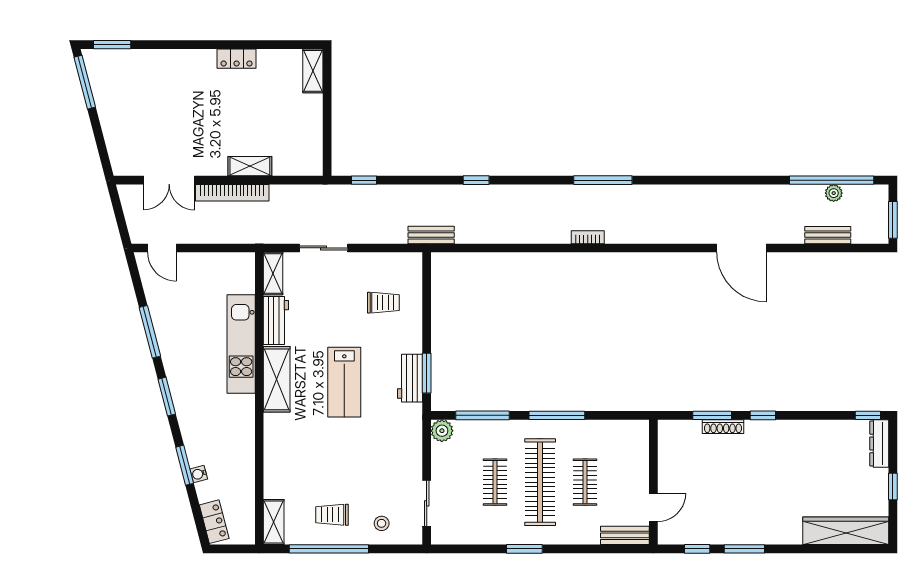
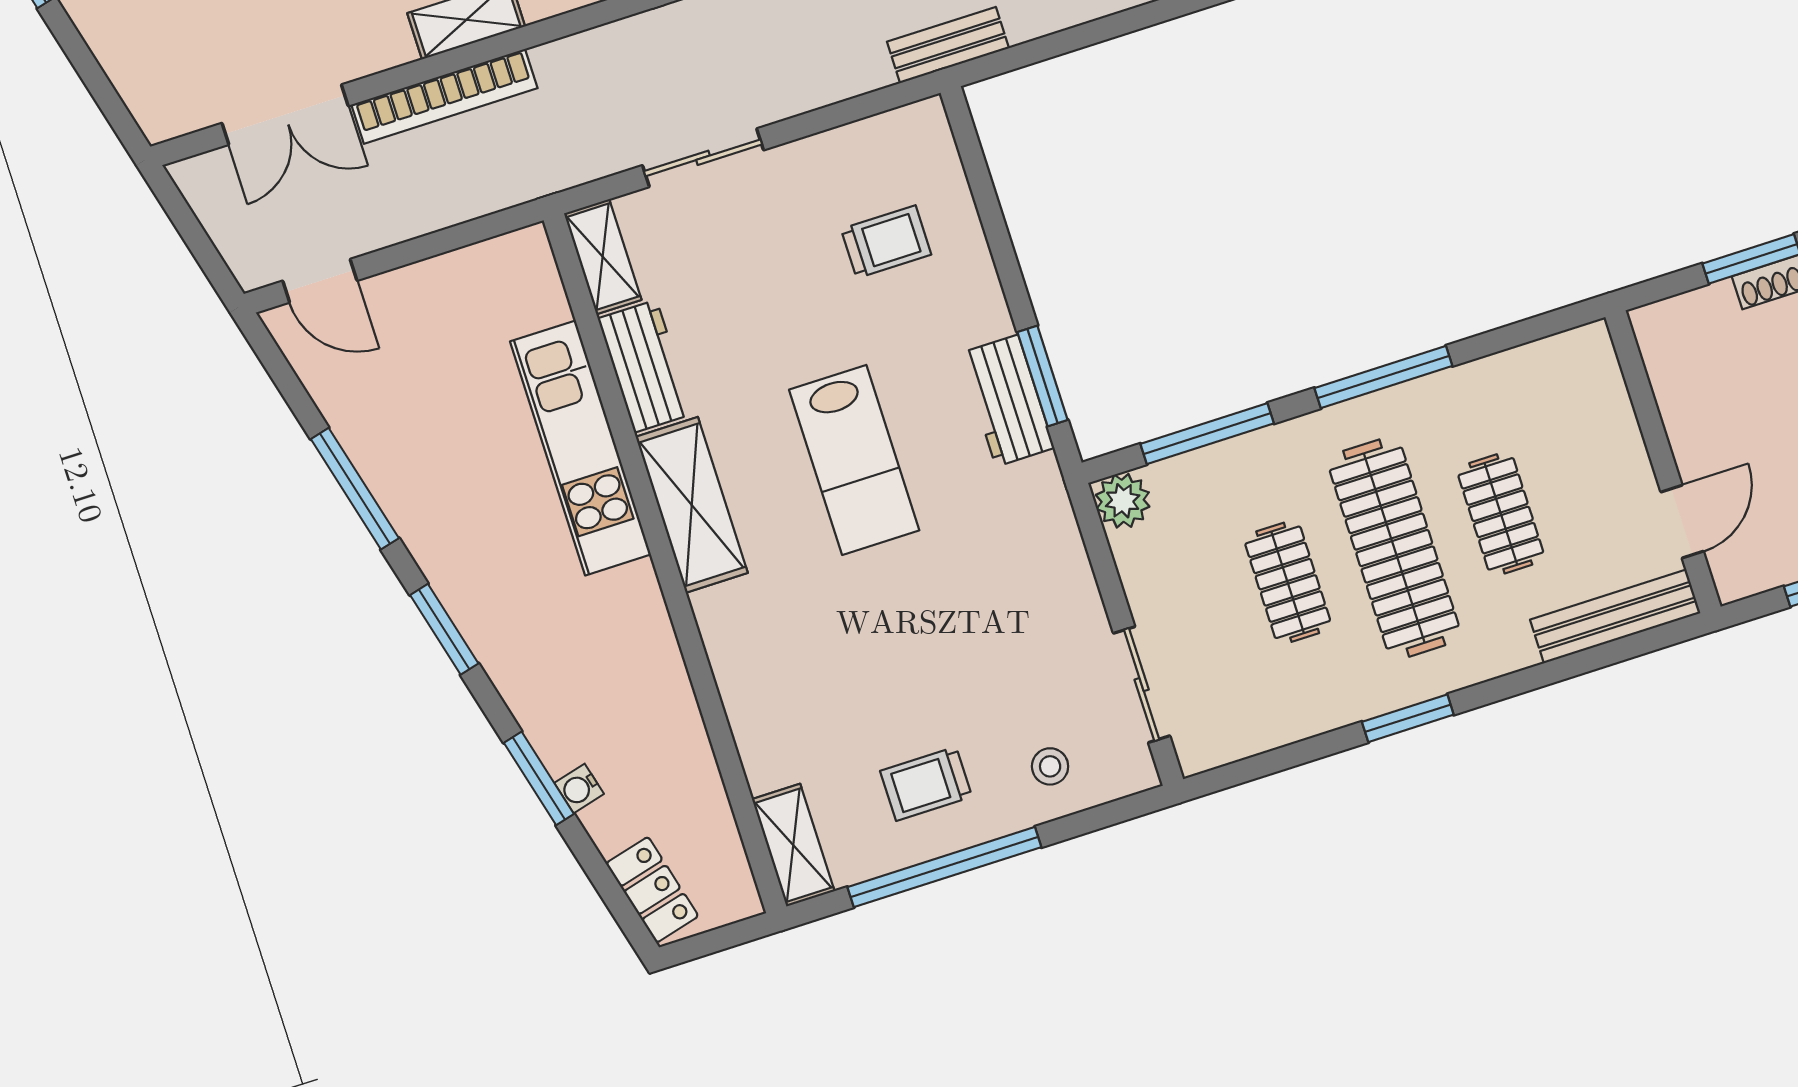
bench: (625, 535) -> (1615, 616), width x1.36

